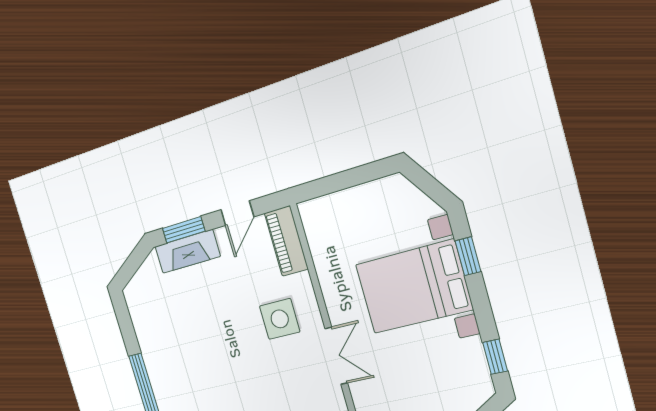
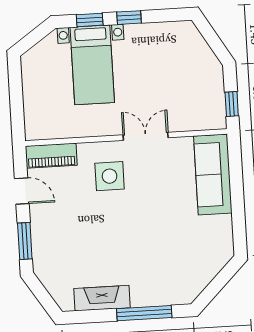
fireplace: (187, 251) -> (102, 298), moved, turned -90
bed with nightstands: (414, 287) -> (92, 65), width x0.73
window: (495, 357) -> (129, 18), moved

